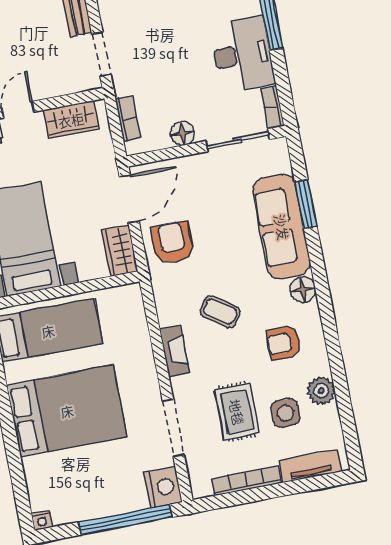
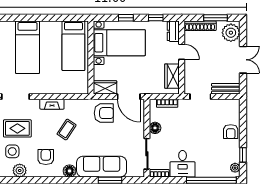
desk: (242, 55) -> (183, 164), width x0.73
bed: (67, 411) -> (28, 47), width x0.67

